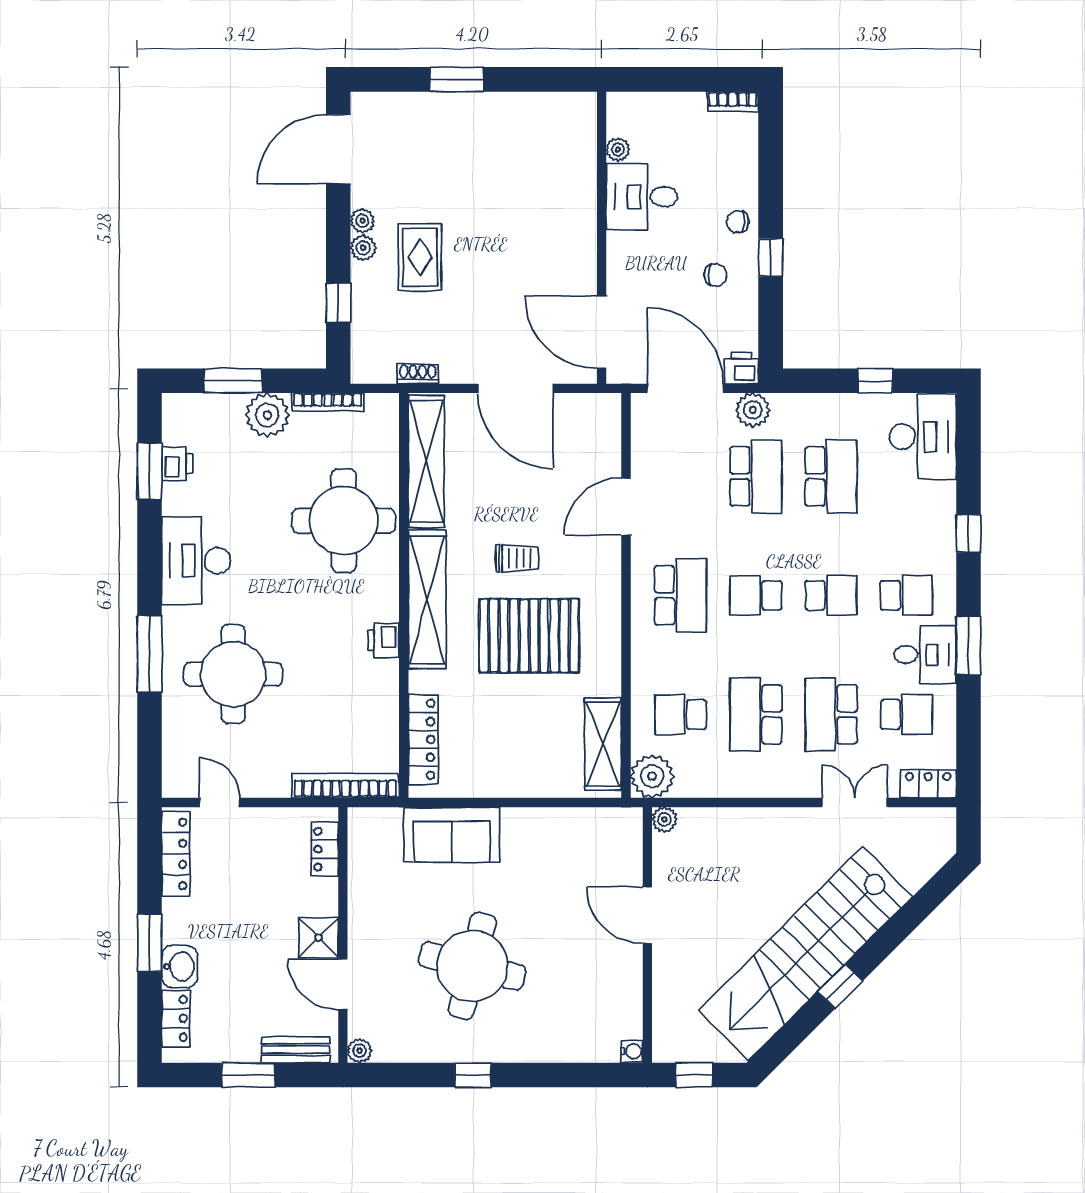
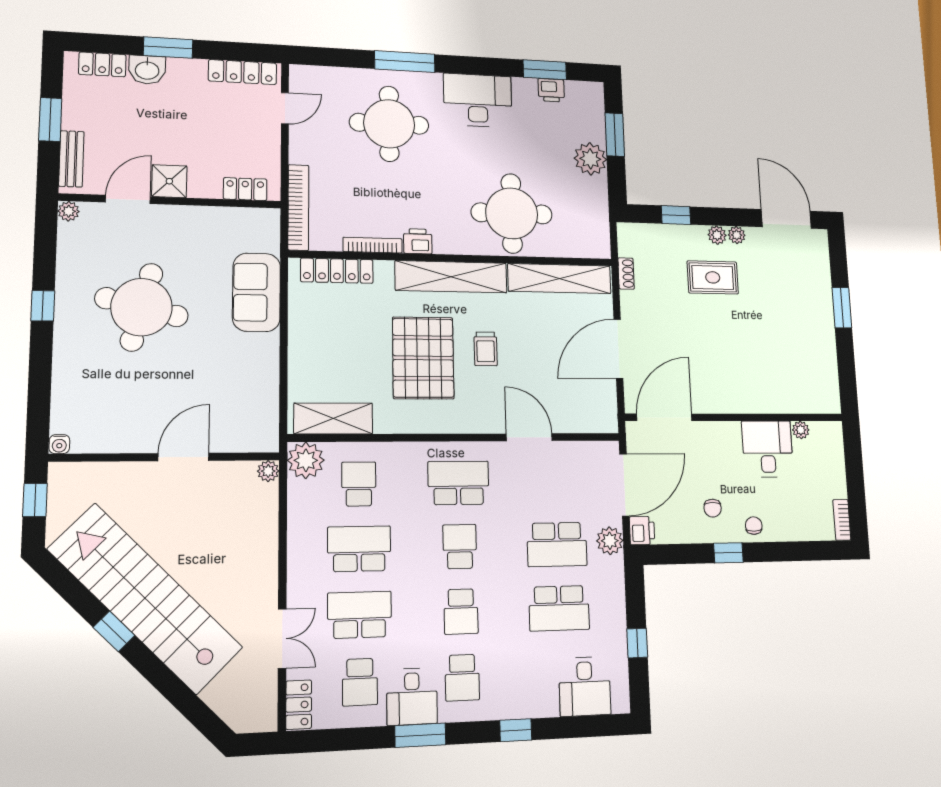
bookcase: (328, 402) -> (373, 245), moved, turned 90
desk: (923, 437) -> (585, 686), width x0.73
school desk: (680, 595) -> (458, 483), turned 180

